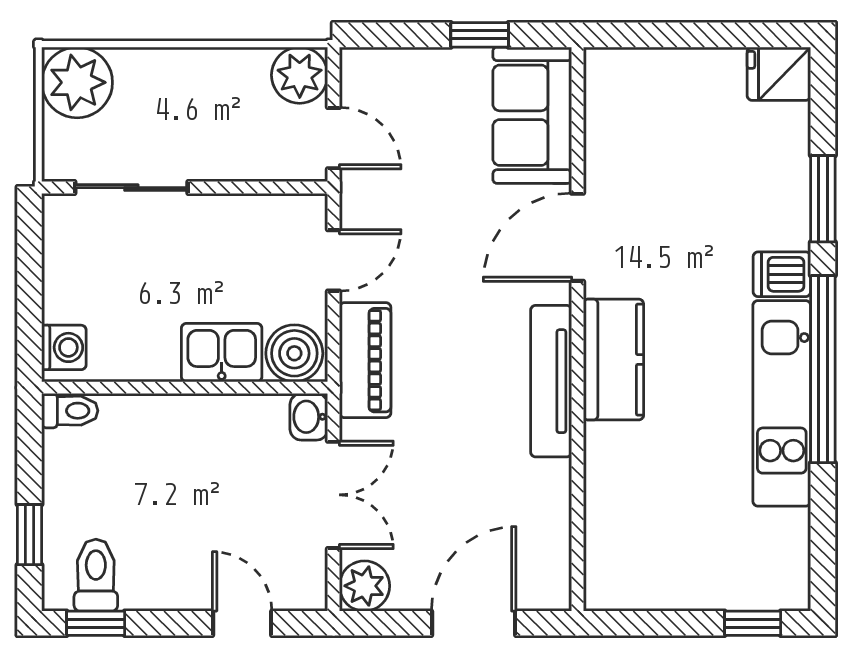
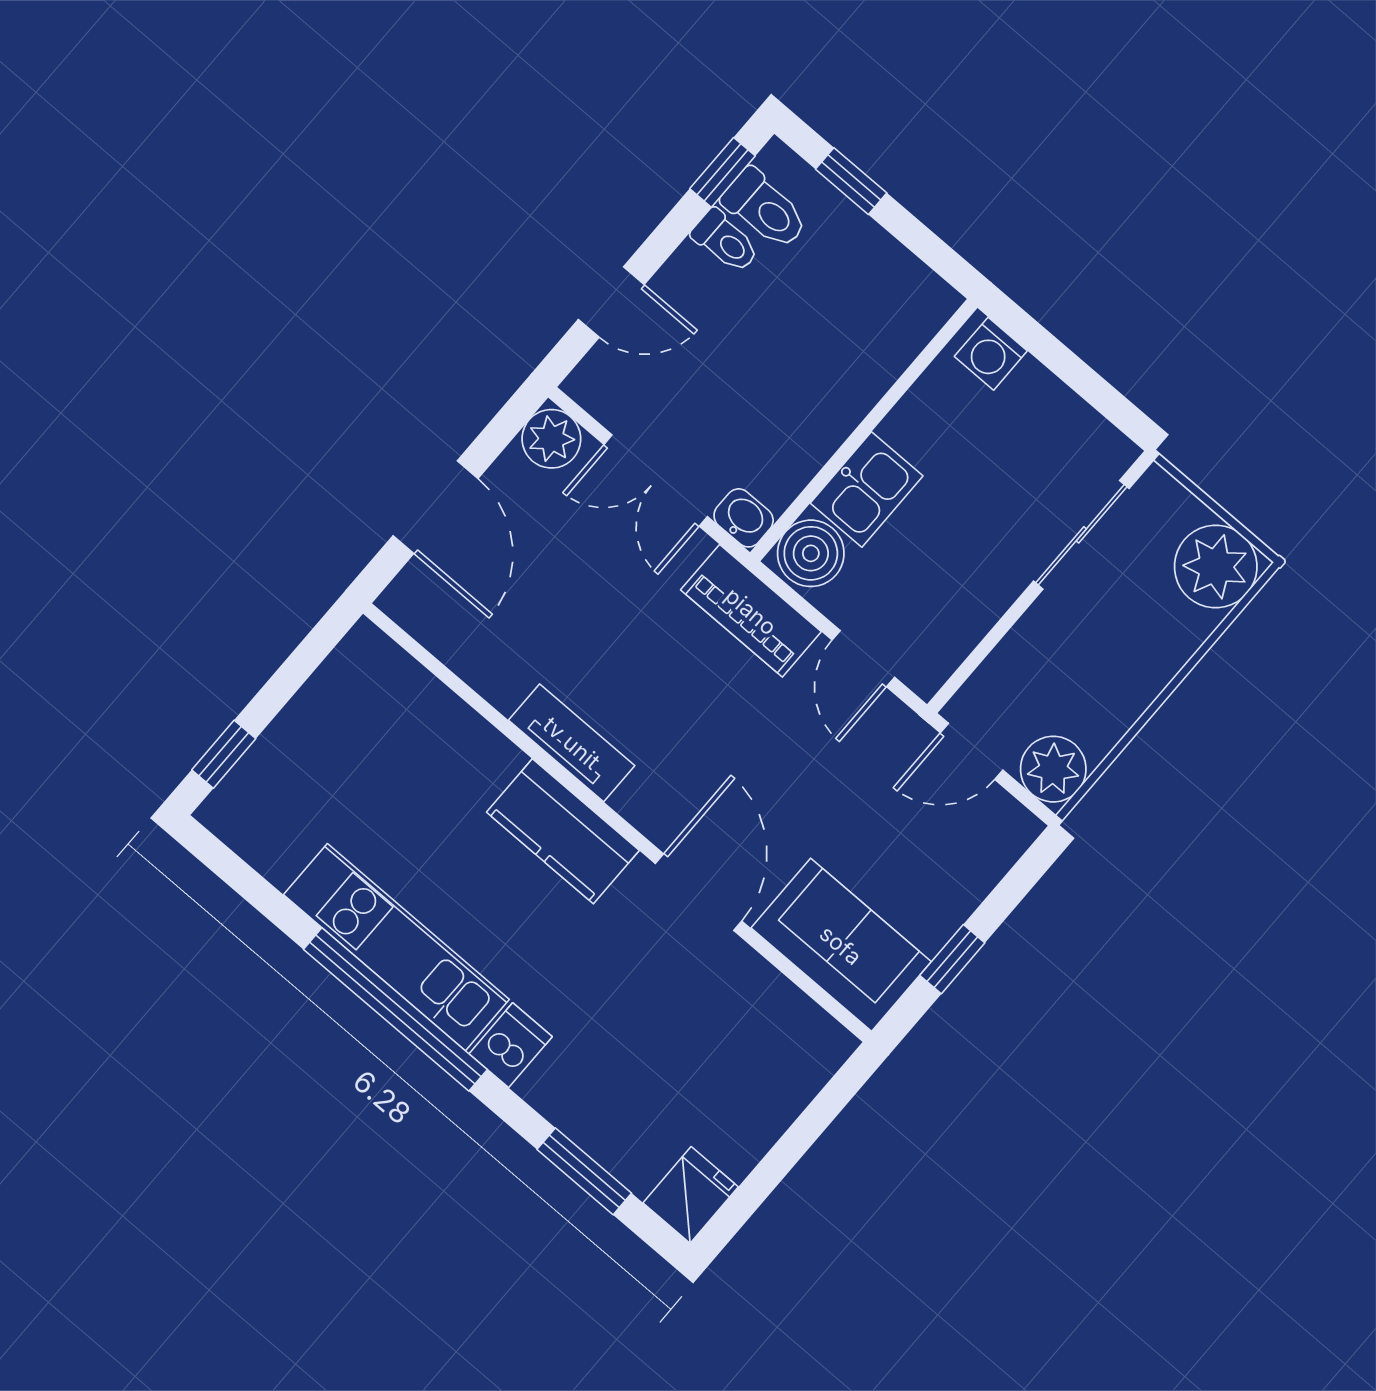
window: (823, 199) -> (584, 1171), moved
tv unit: (551, 381) -> (572, 743), width x0.71
toilet: (70, 411) -> (725, 241), moved, turned -90

